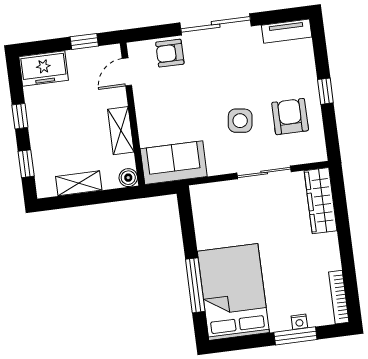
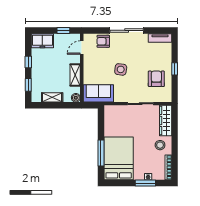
side table: (240, 121) -> (121, 69), moved
stool: (316, 253) -> (160, 145), added

